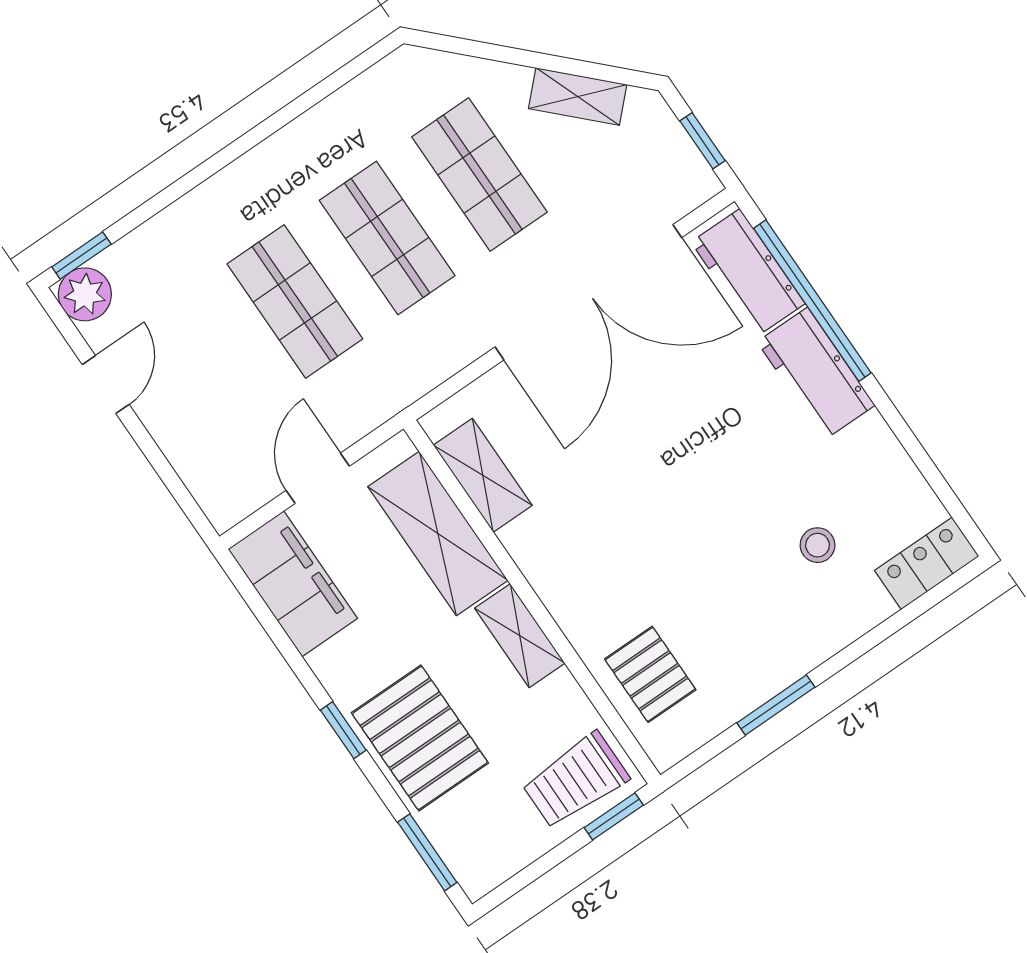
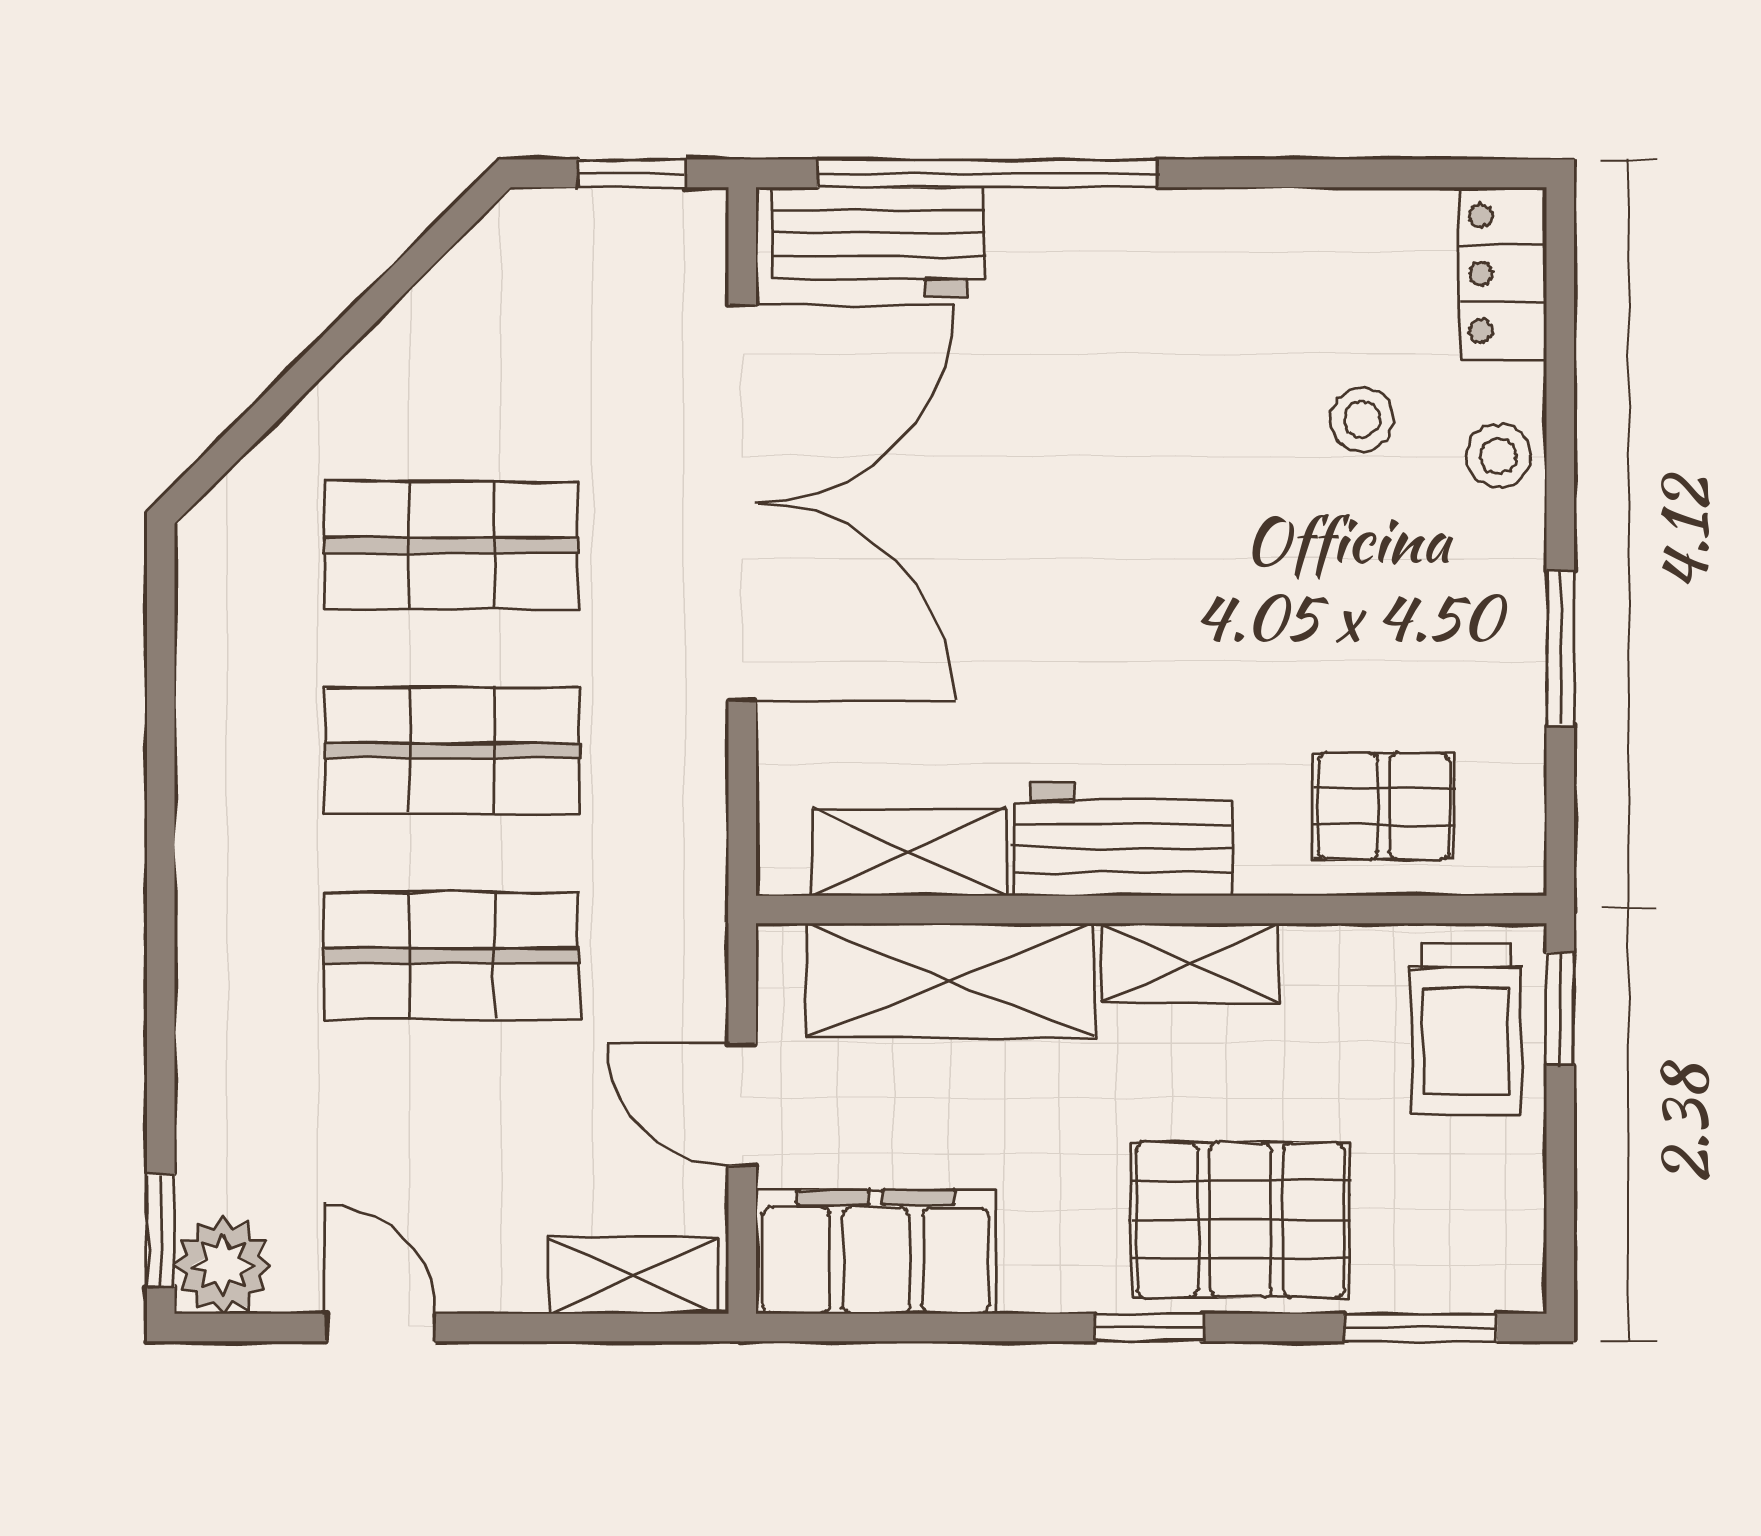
shelving: (578, 97) -> (633, 1276), moved, turned 45
workbench: (816, 374) -> (1123, 839), moved, turned 180
stool: (843, 618) -> (1499, 456), added

